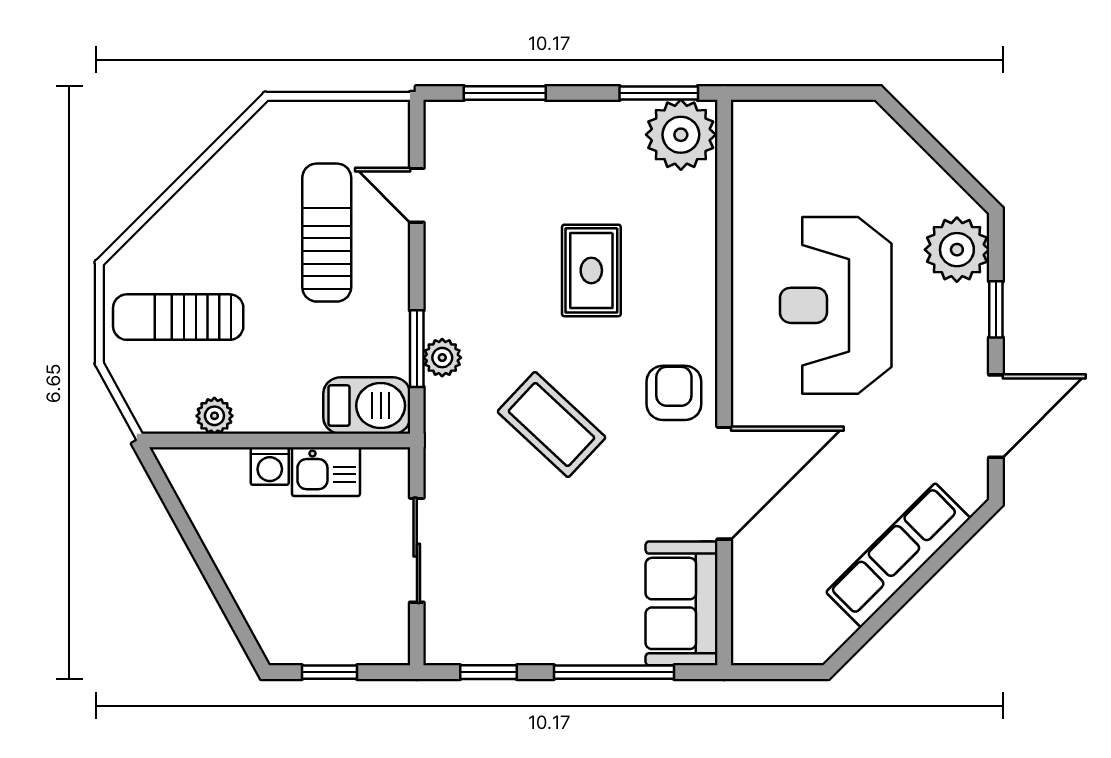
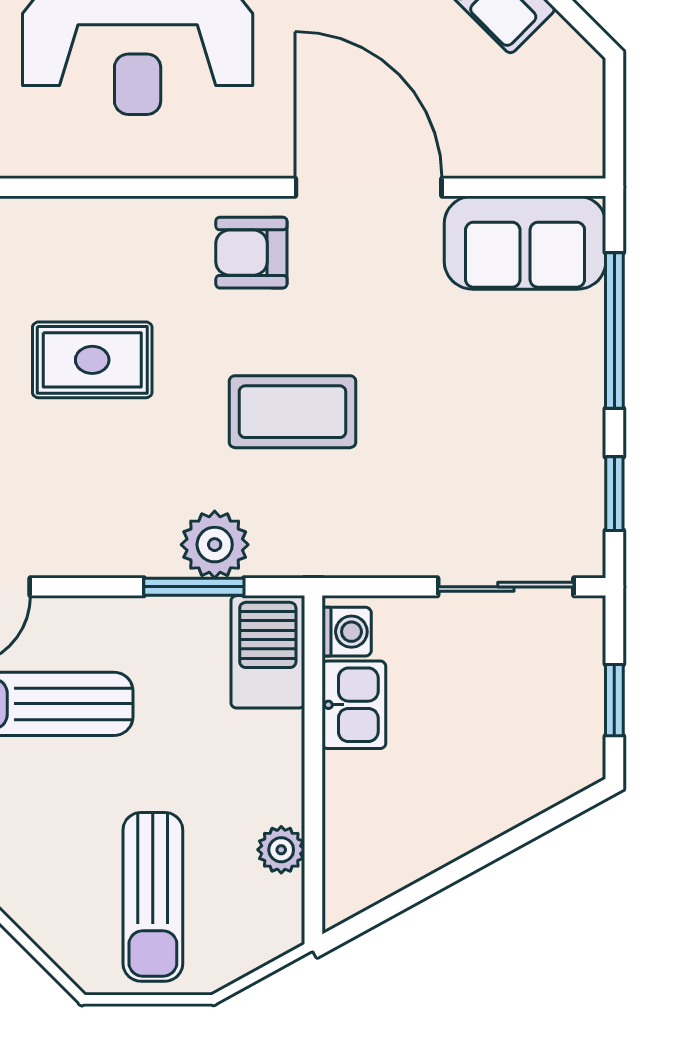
plant: (442, 358) -> (215, 545), width x1.38, depth x1.38
coffee table: (551, 425) -> (292, 412), turned 47
washing machine: (270, 466) -> (347, 632), moved
sliding door: (417, 550) -> (506, 587), moved

